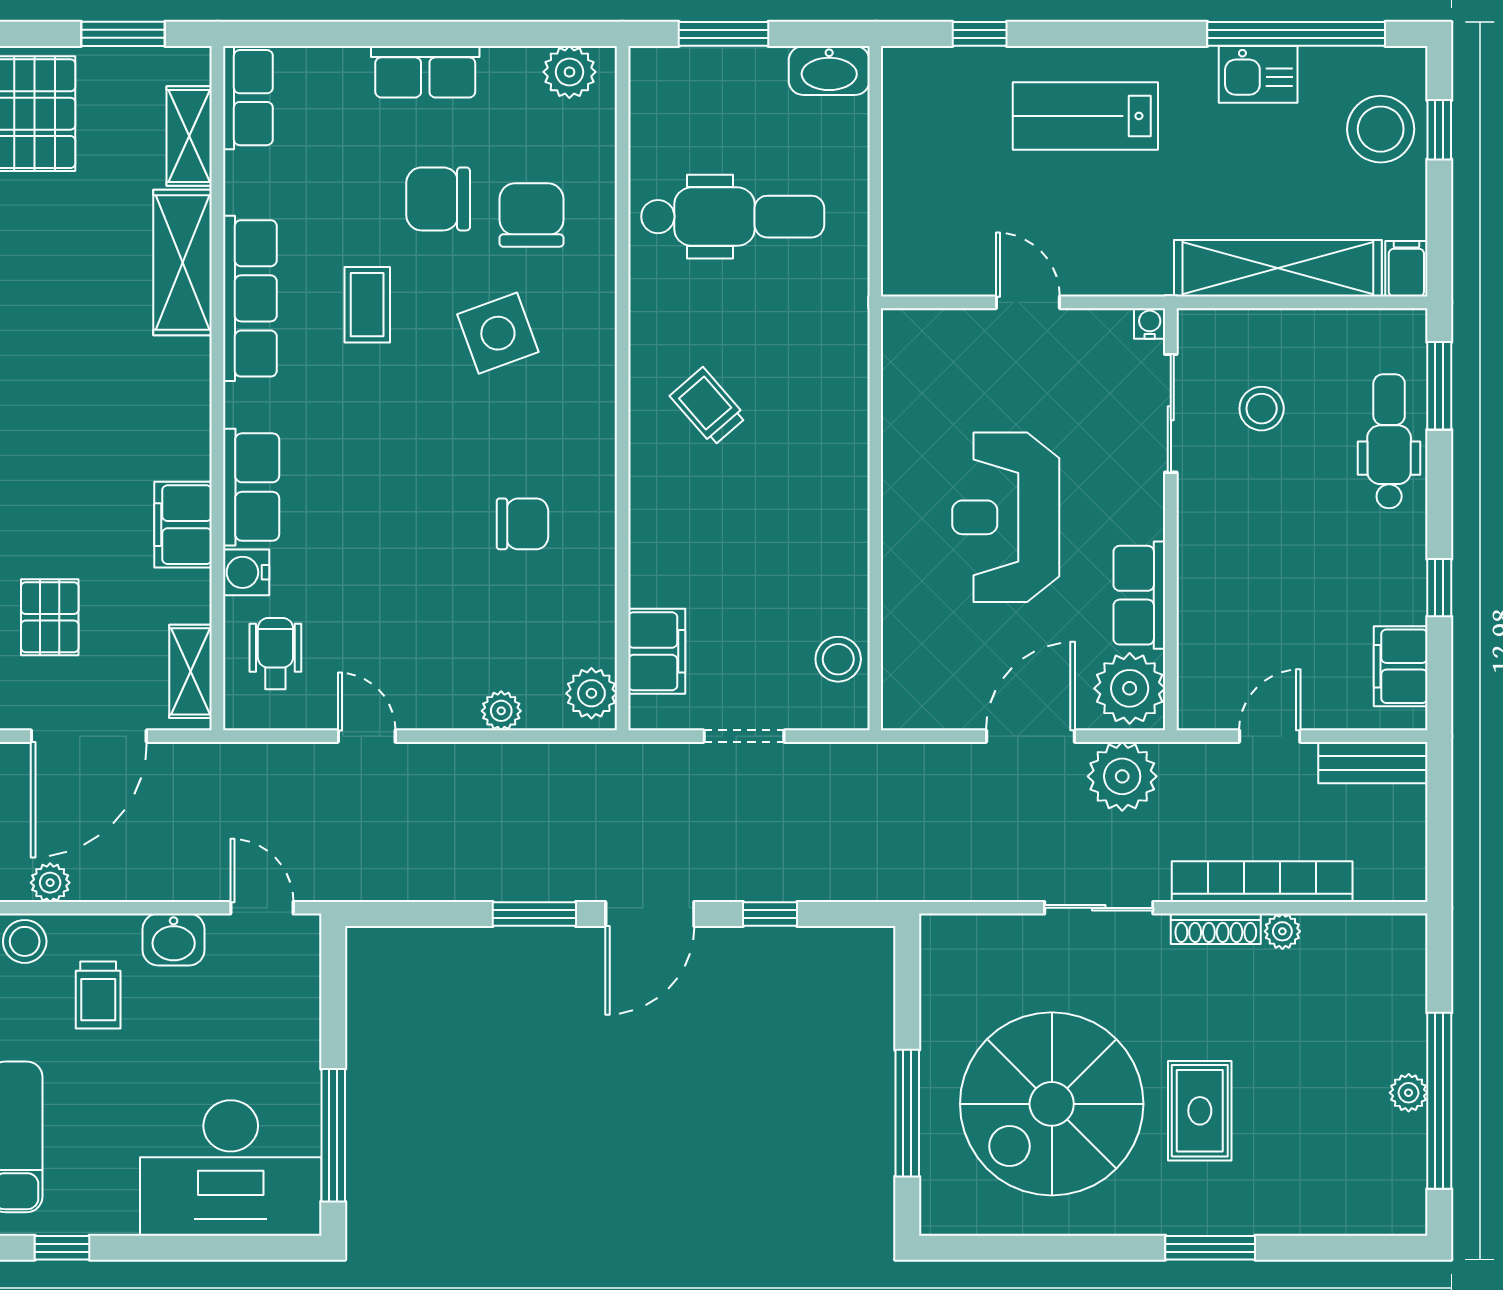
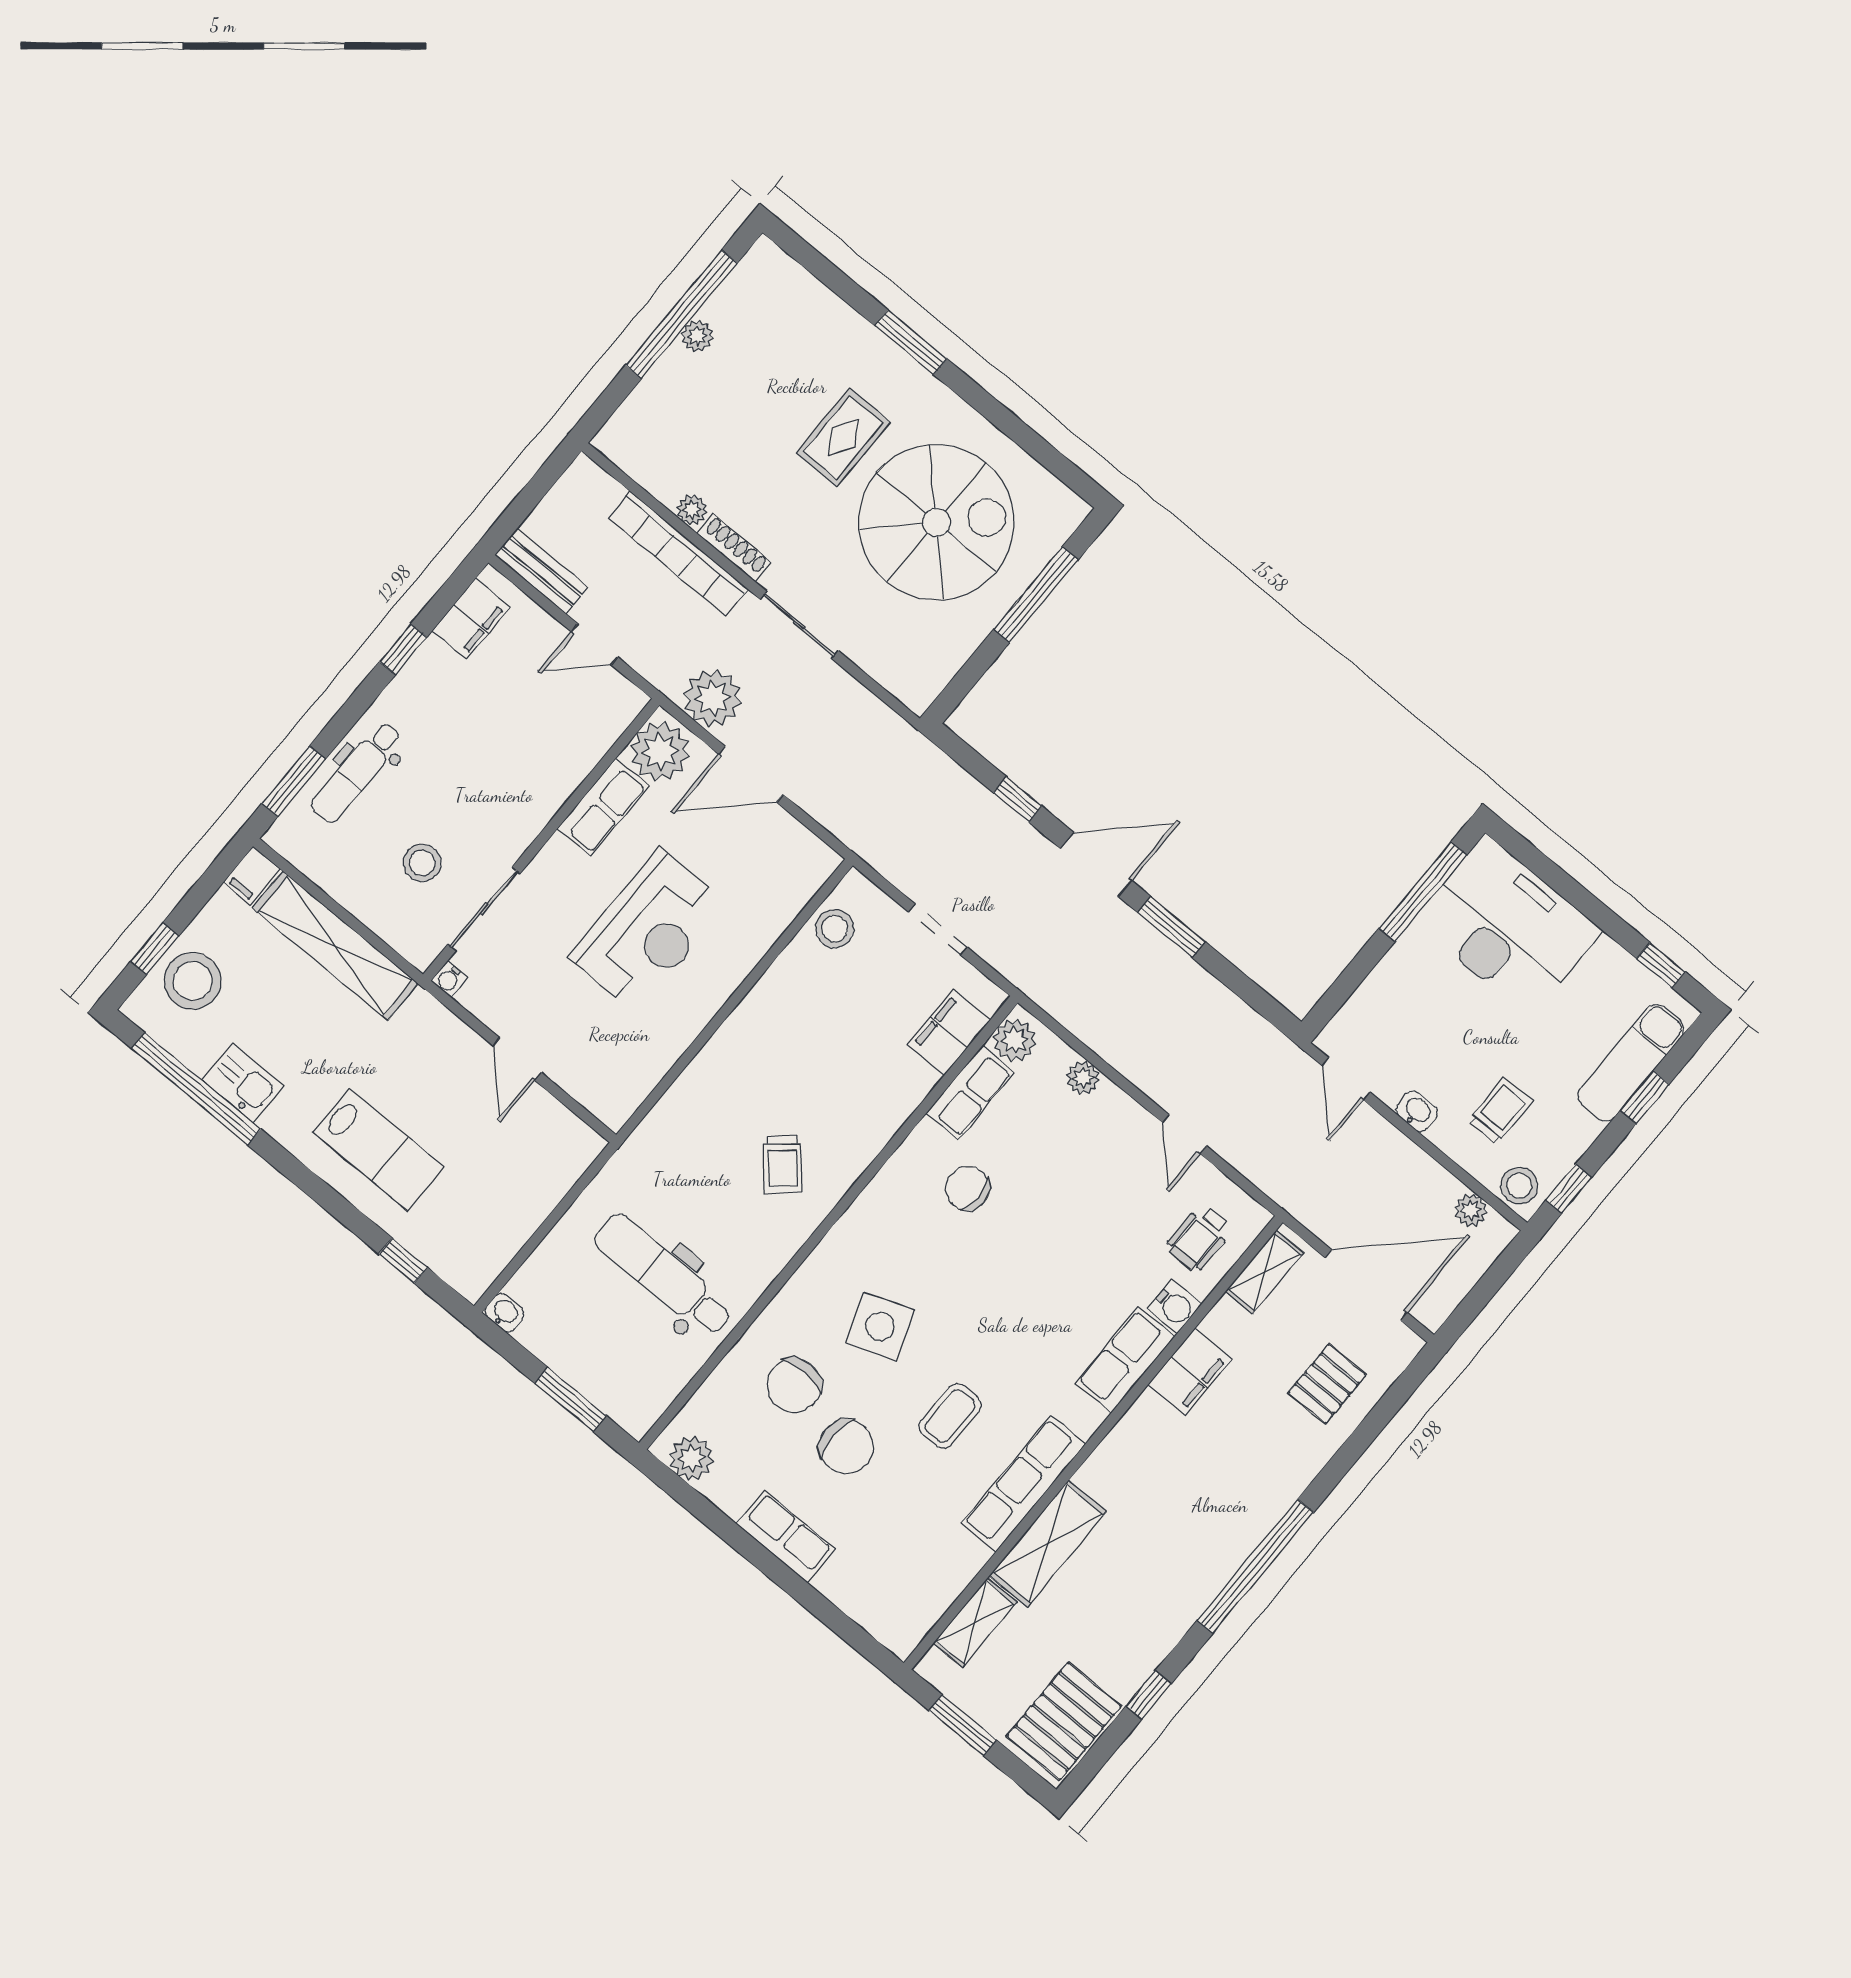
washbasin: (829, 70) -> (504, 1313), width x0.52, depth x0.69
row of seats: (248, 98) -> (970, 1093), moved, turned 180
washbasin: (174, 940) -> (1417, 1111), width x0.72, depth x0.69

